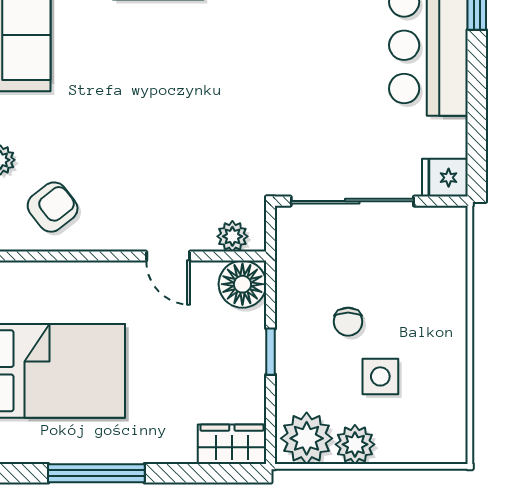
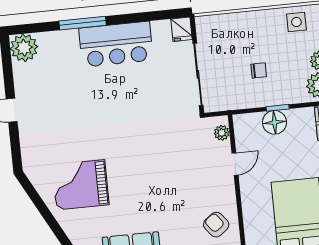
floor lamp: (242, 284) -> (274, 122), moved
side table: (380, 376) -> (296, 22), moved

